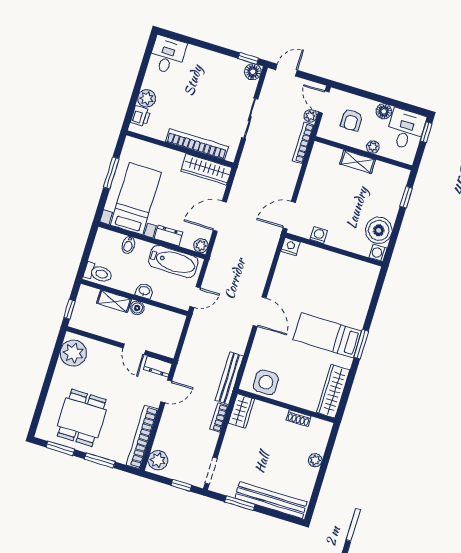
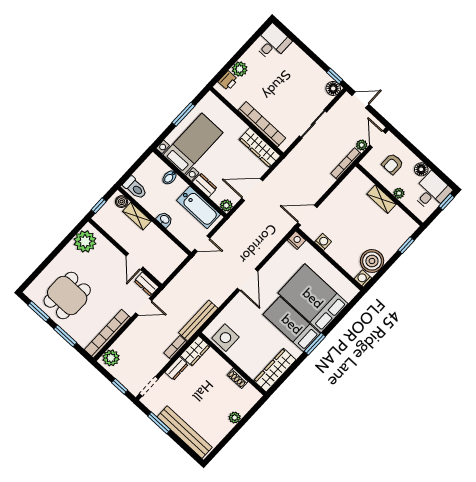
bed: (337, 298) -> (313, 298), added
boiler: (137, 308) -> (122, 202), moved
dresser: (231, 438) -> (177, 368), added

